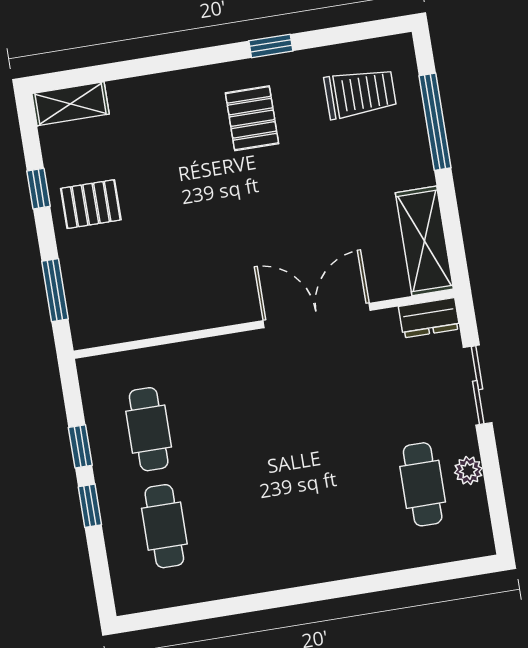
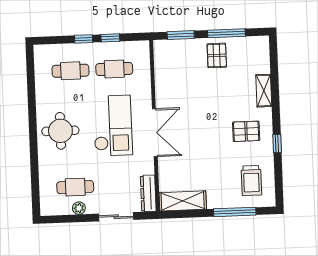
shelving: (71, 104) -> (264, 91), moved
window: (39, 189) -> (226, 33), width x2.17
double door: (317, 315) -> (155, 133), moved
dresser: (429, 318) -> (148, 193), width x1.44
checkout: (275, 417) -> (113, 126), added
round table: (301, 532) -> (60, 131), added

